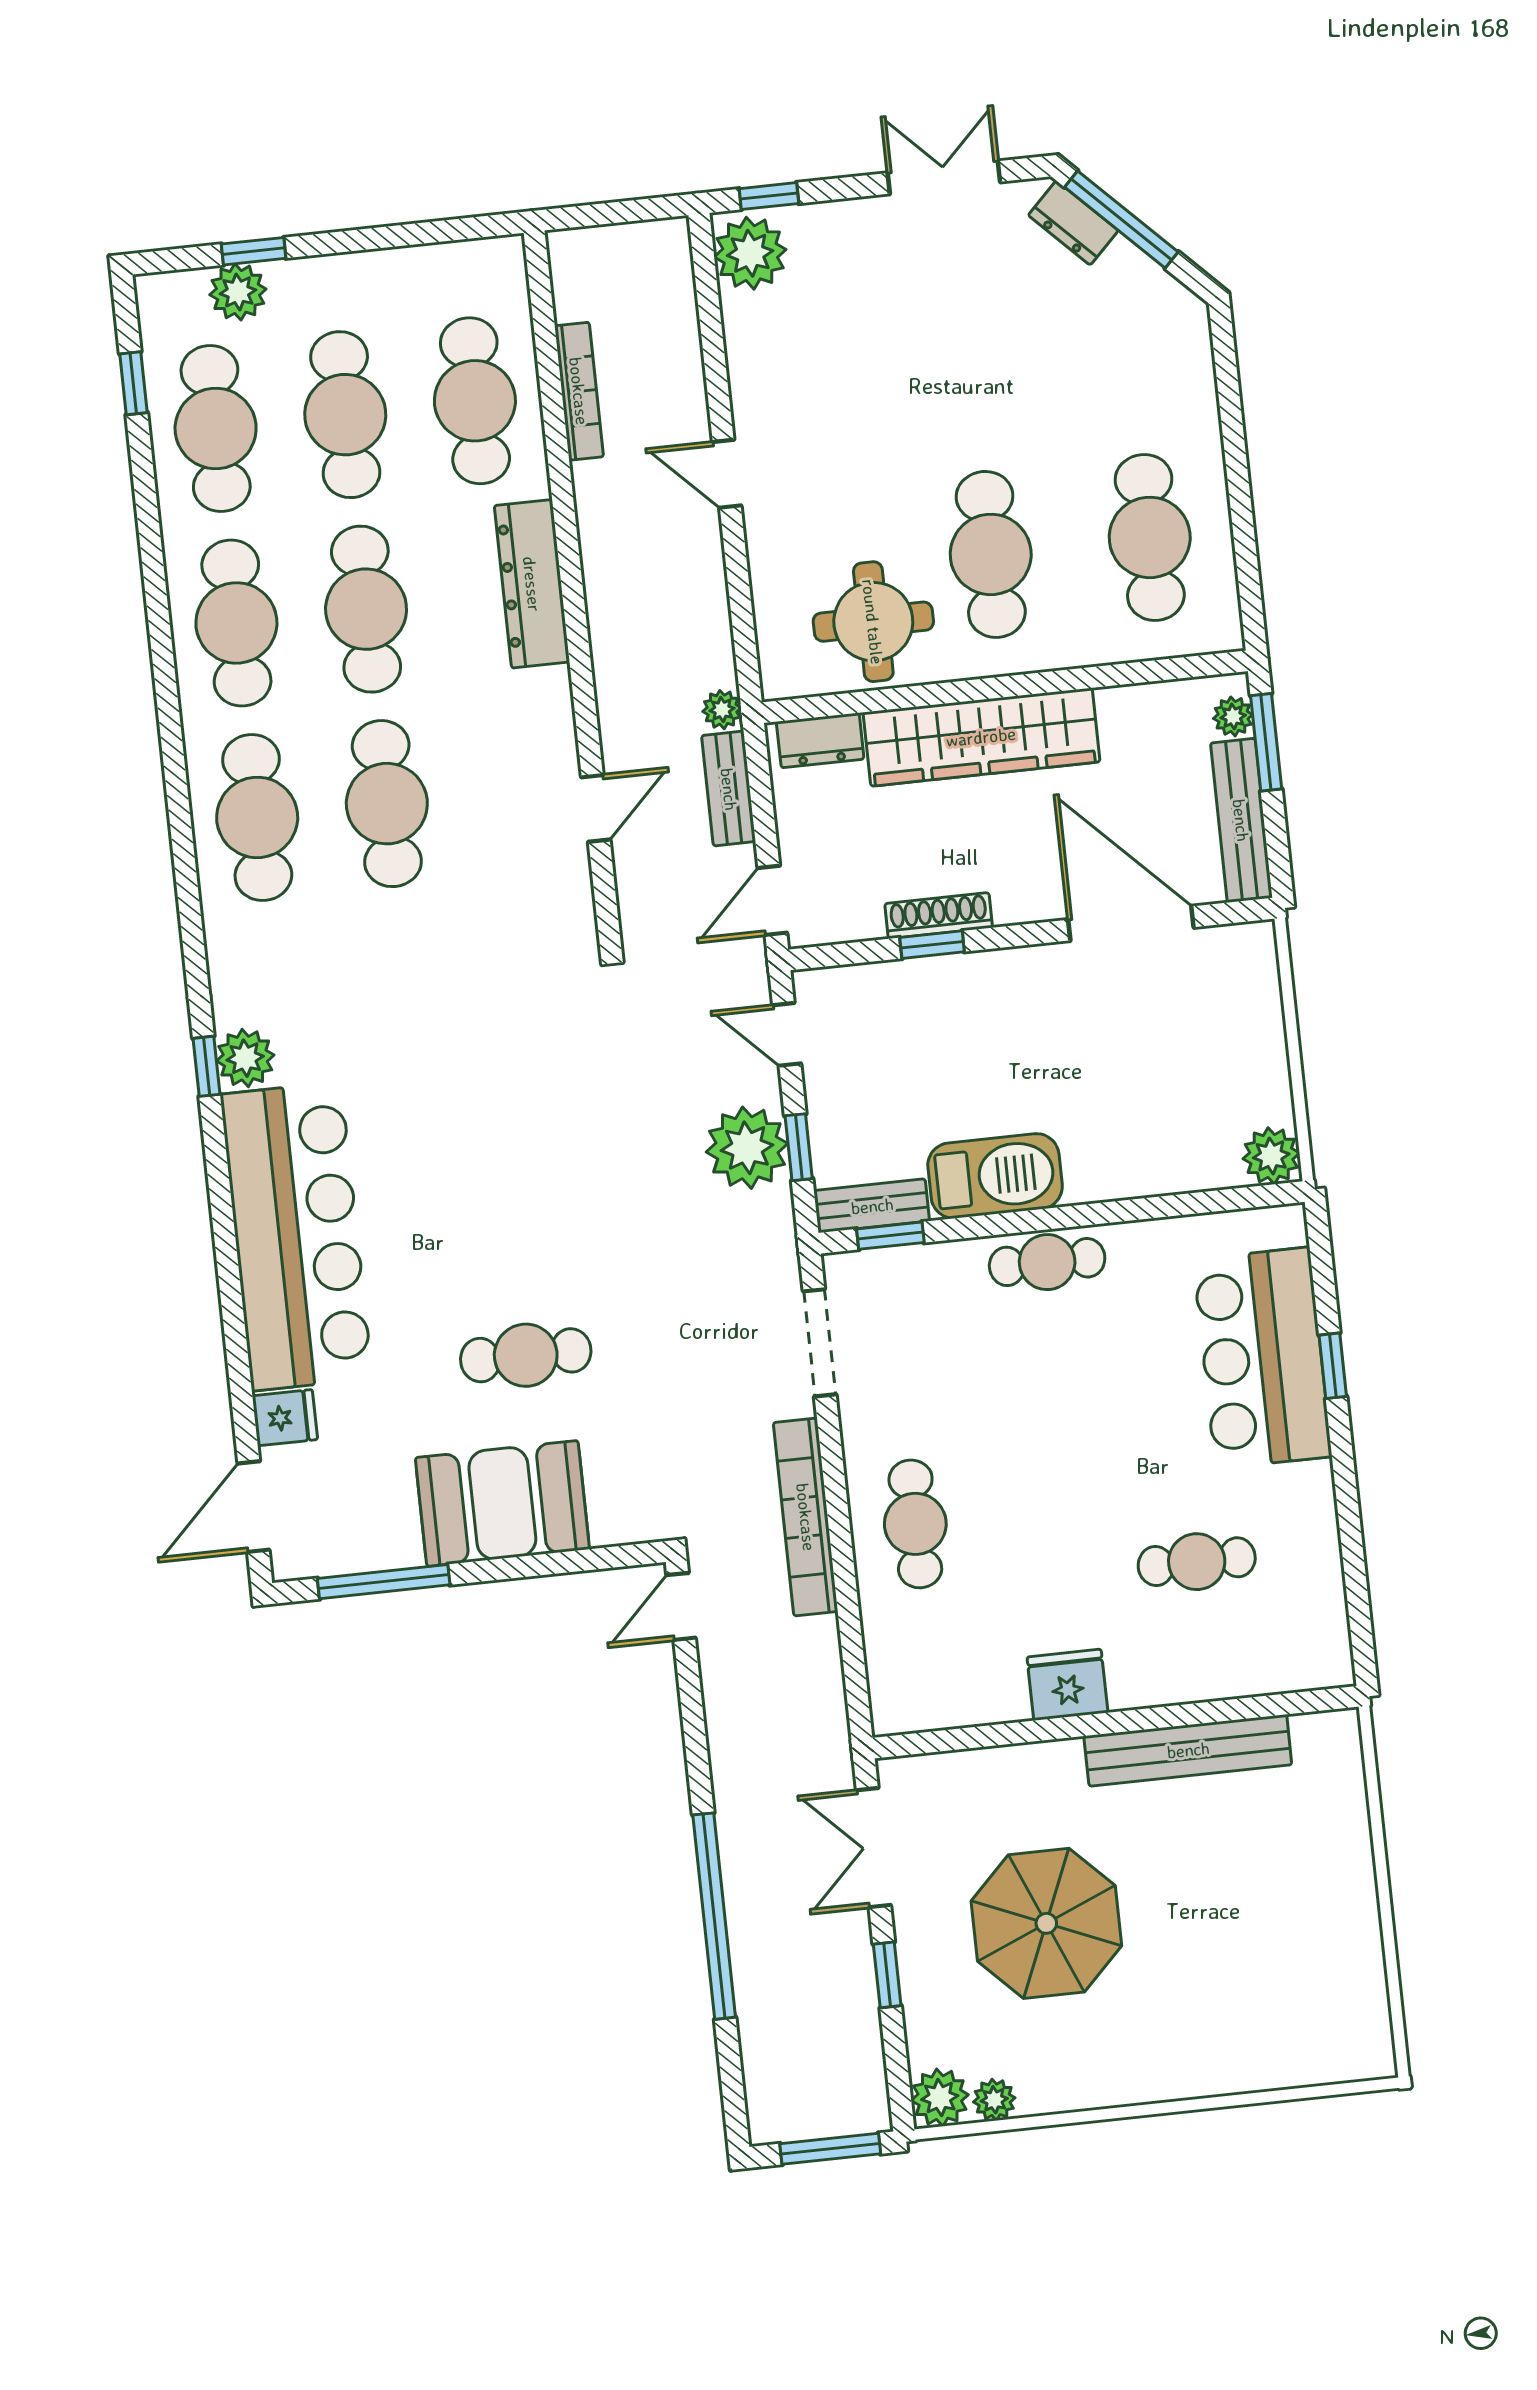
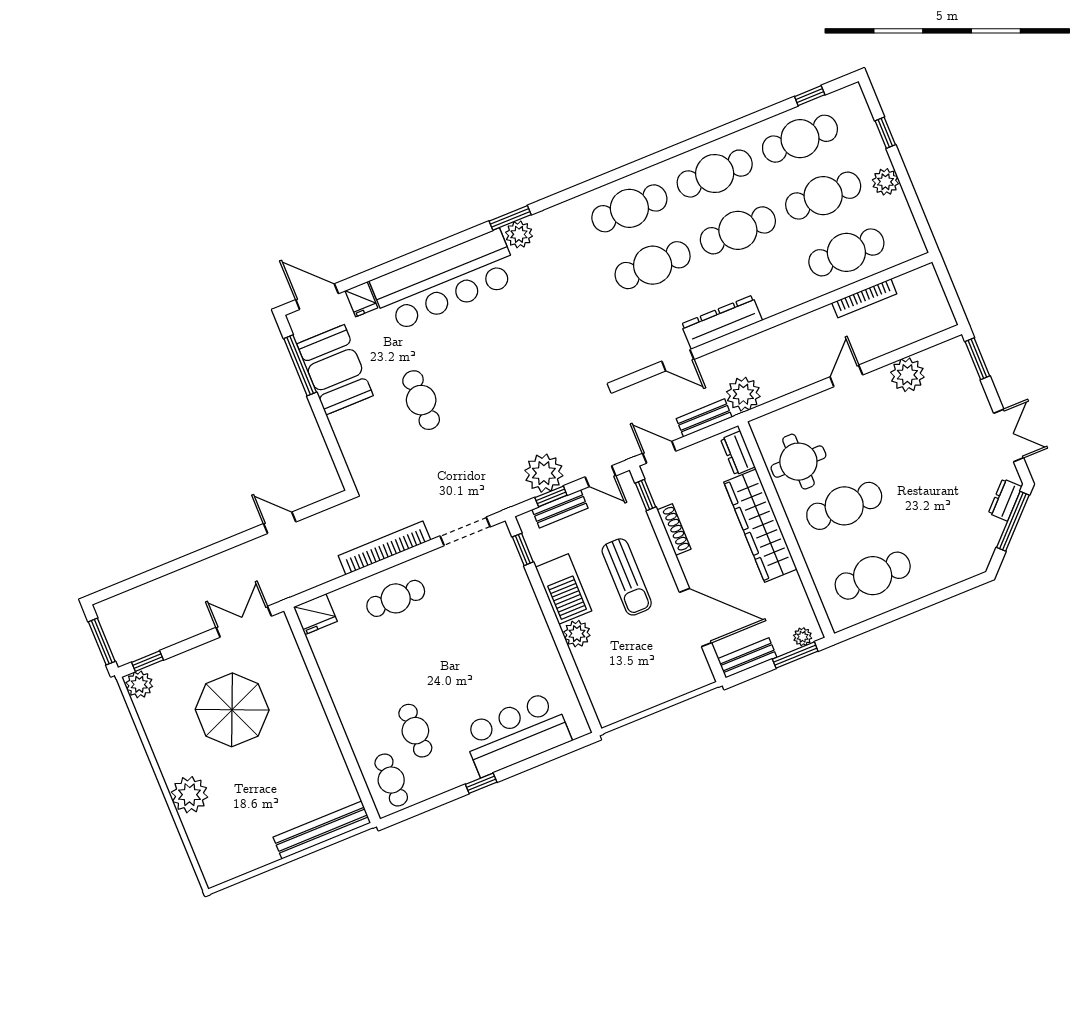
window: (769, 196) -> (977, 359), width x1.50
plant: (750, 253) -> (907, 375), moved
plant: (238, 292) -> (885, 182), moved
dresser: (532, 584) -> (722, 322), moved
plant: (722, 710) -> (743, 394), width x1.88, depth x1.88
bench: (1241, 820) -> (747, 658), width x0.73
door: (1131, 923) -> (696, 617), hinge flipped
window: (932, 945) -> (646, 495), moved
door: (787, 1034) -> (600, 476), swing flipped
sun lounger: (1008, 1040) -> (627, 577), added
window: (206, 1066) -> (510, 218), width x1.50
plant: (1271, 1156) -> (577, 634), moved
bench: (872, 1206) -> (560, 509), moved, turned 90
cafe table: (1047, 1262) -> (391, 780), moved
window: (1333, 1366) -> (481, 783), moved
booth: (502, 1503) -> (335, 370), moved
door: (681, 1606) -> (280, 523), moved
fridge: (1067, 1685) -> (315, 614), moved, turned 90
bench: (1188, 1750) -> (322, 830), moved, turned 90
window: (714, 1916) -> (192, 559), removed
window: (887, 1975) -> (148, 661), moved
plant: (994, 2100) -> (189, 795), moved, width x1.87, depth x1.87

